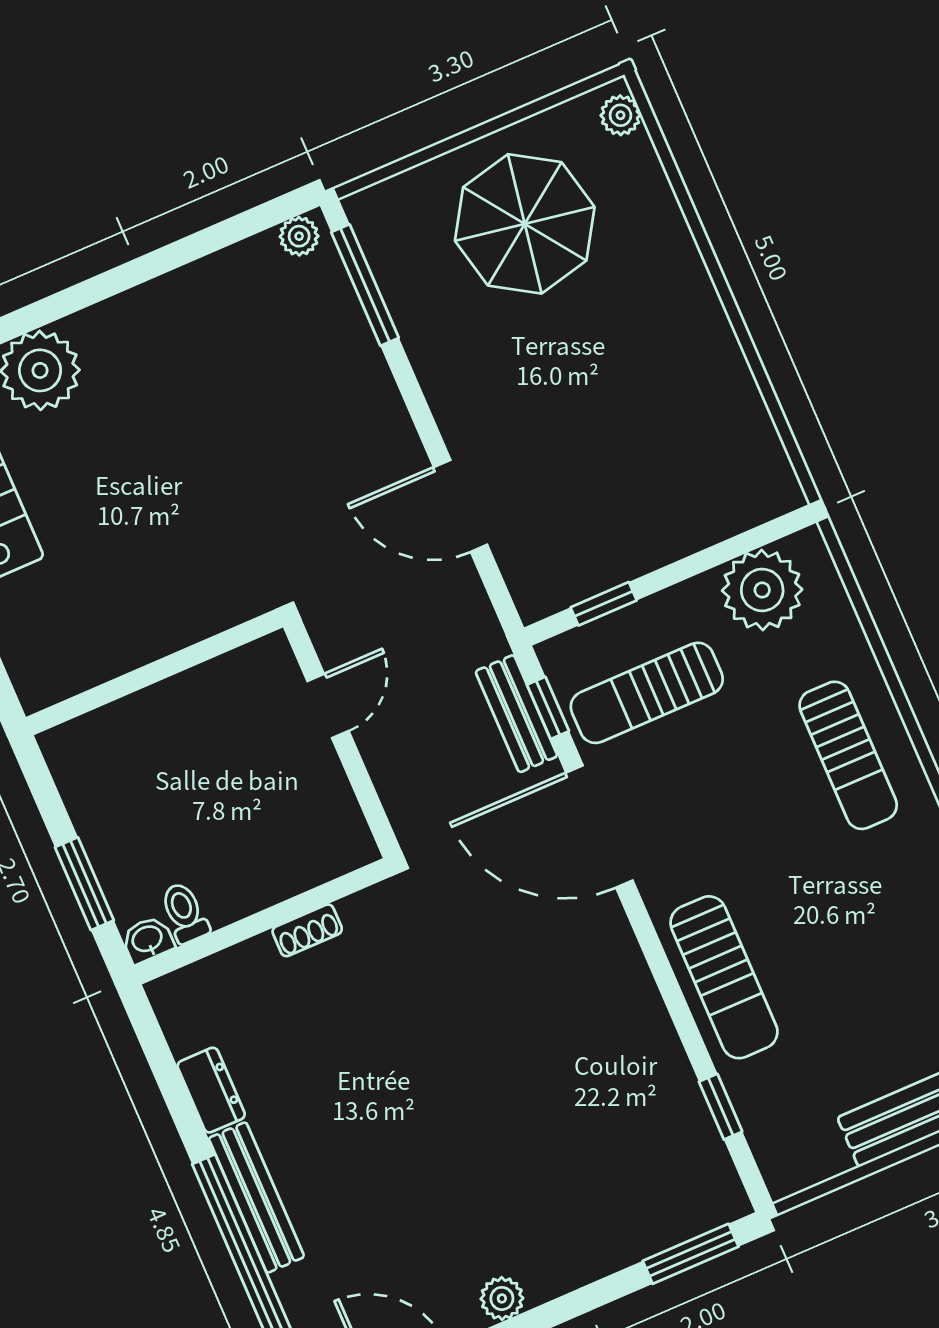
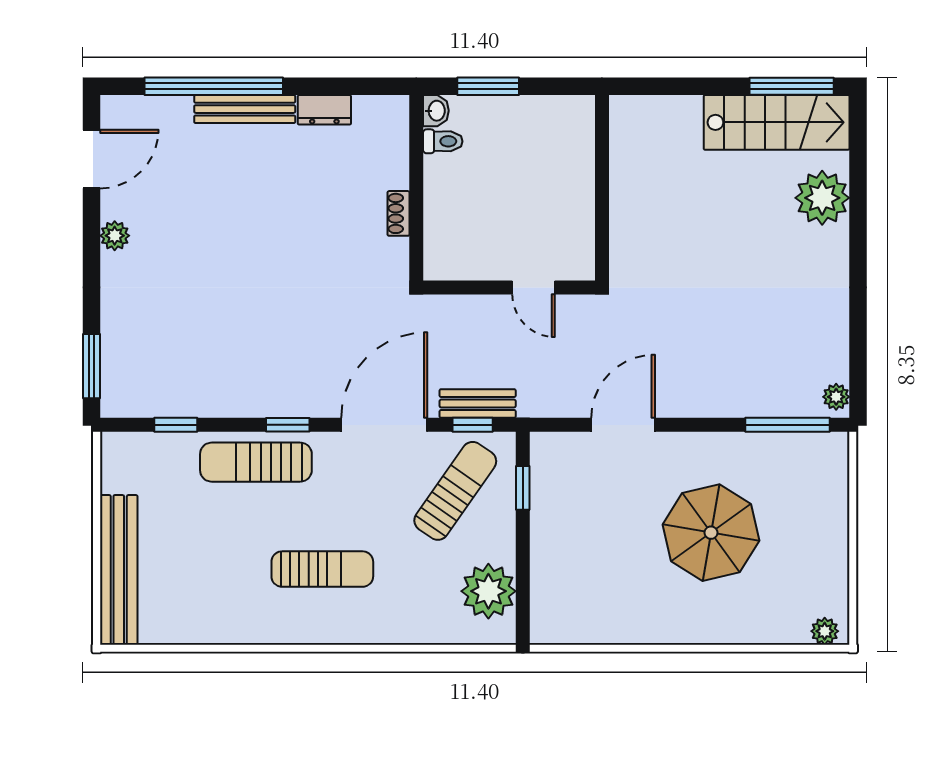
parasol: (525, 224) -> (711, 533), moved
sun lounger: (647, 693) -> (455, 491), turned 35
sun lounger: (848, 755) -> (322, 569), moved, turned 180
window: (655, 956) -> (288, 425), added

